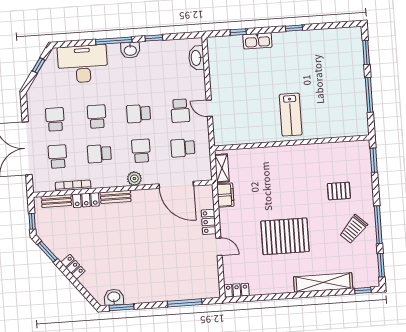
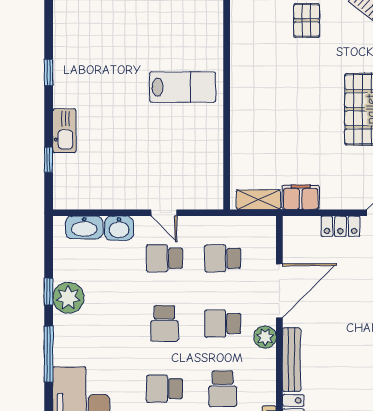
washbasin: (130, 50) -> (119, 228), moved, turned 90
plant: (151, 51) -> (68, 298), added
door: (209, 108) -> (164, 213), hinge flipped
school desk: (180, 111) -> (164, 258), turned 180
school desk: (183, 148) -> (223, 258), turned 90
door: (176, 185) -> (279, 291), moved
bench: (116, 197) -> (291, 360), width x1.36

